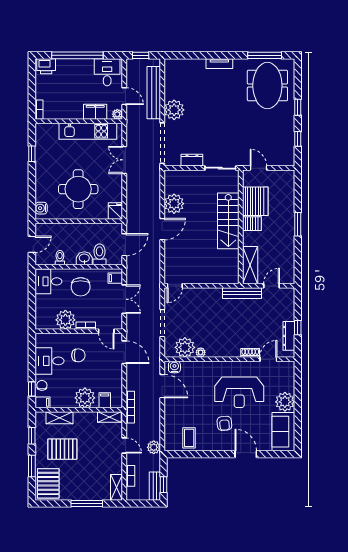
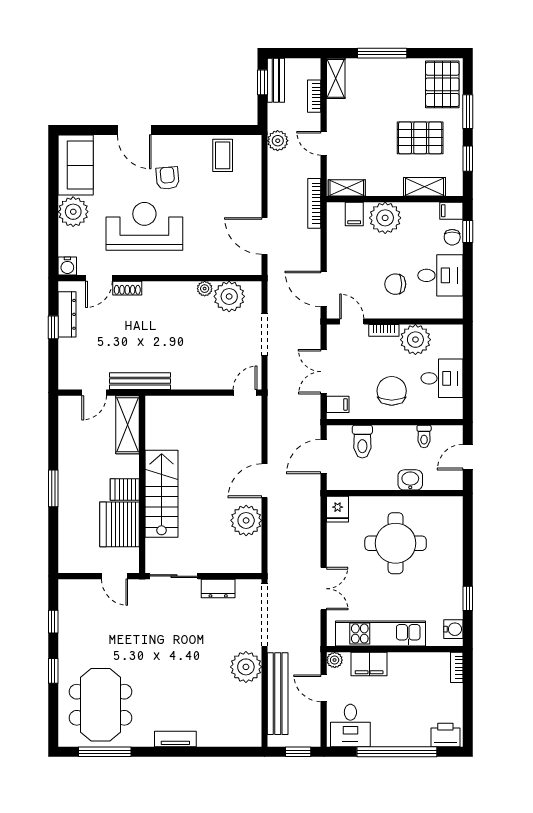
water cooler: (41, 208) -> (453, 629), moved
washbasin: (84, 258) -> (410, 480), moved, turned 180
desk: (48, 281) -> (442, 378), moved
water cooler: (174, 367) -> (67, 266), moved

